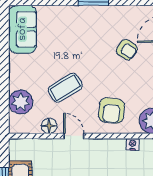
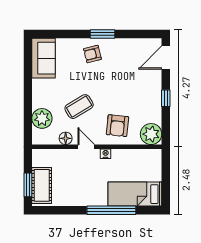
armchair: (127, 50) -> (92, 54), moved, turned 133
nightstand: (132, 144) -> (106, 154), moved

